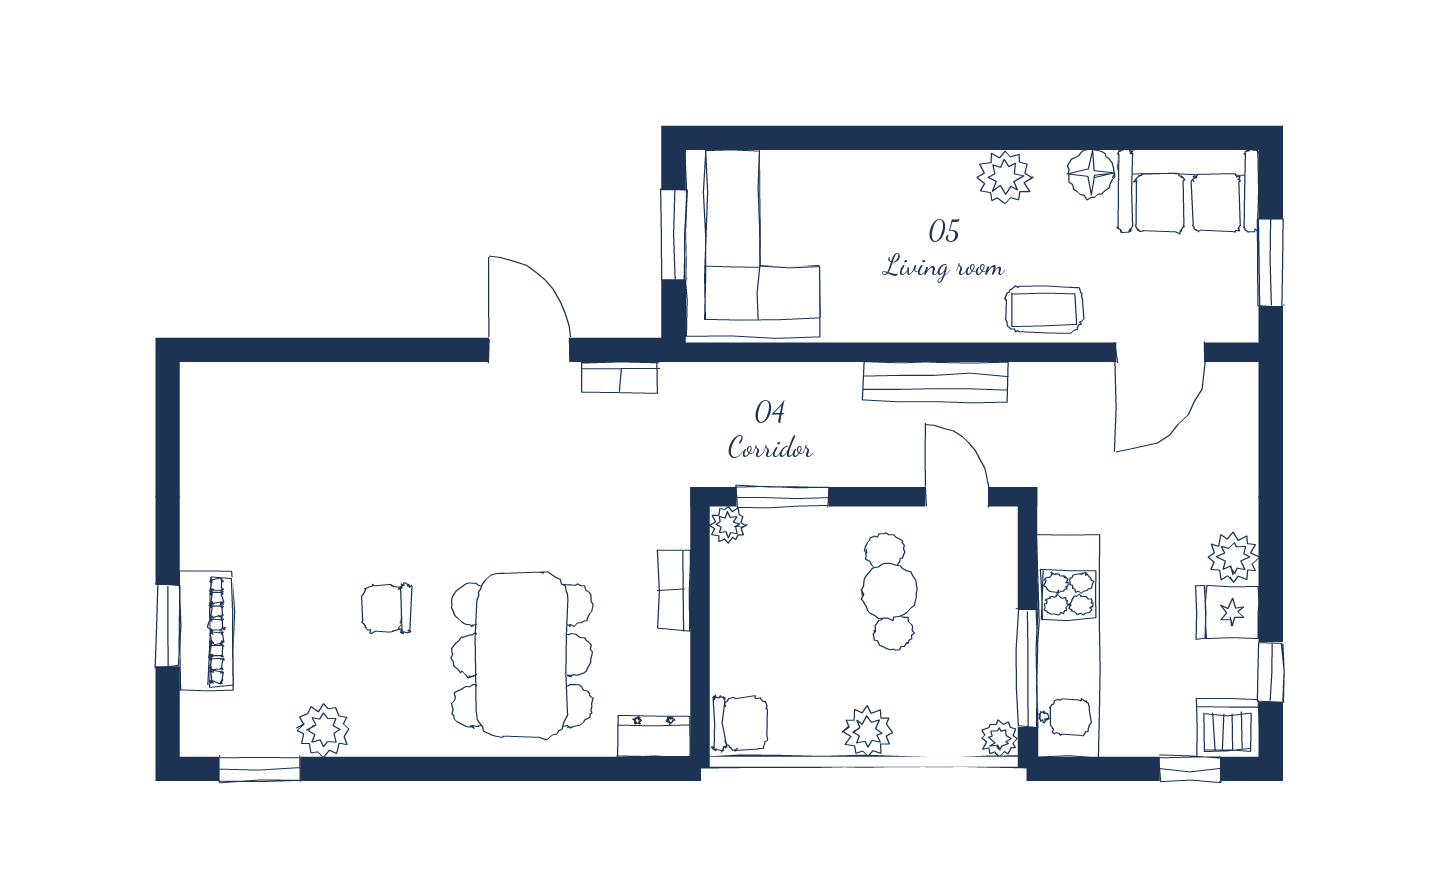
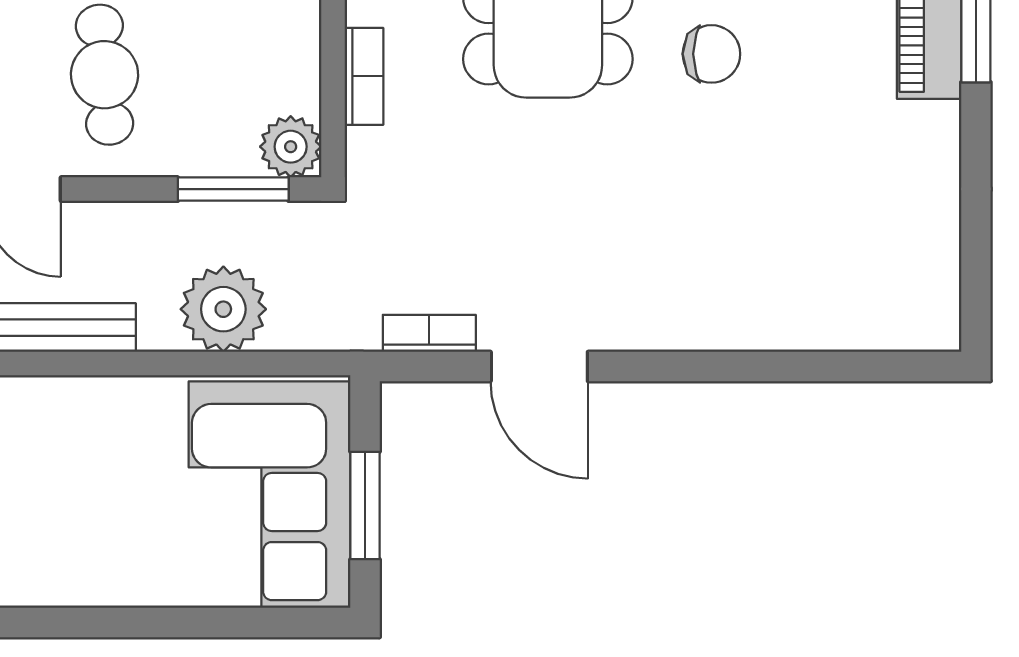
plant: (791, 397) -> (223, 309), added
plant: (728, 525) -> (291, 147), width x1.38, depth x1.38

